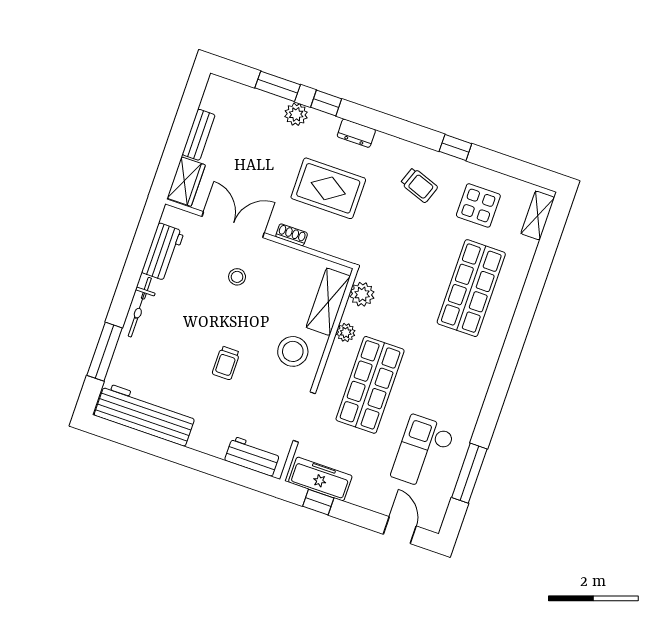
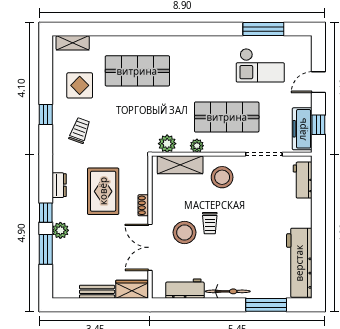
stool: (237, 277) -> (185, 232), width x1.89, depth x1.89
trolley: (226, 363) -> (210, 223), moved, turned 90
door: (400, 530) -> (318, 82), moved

